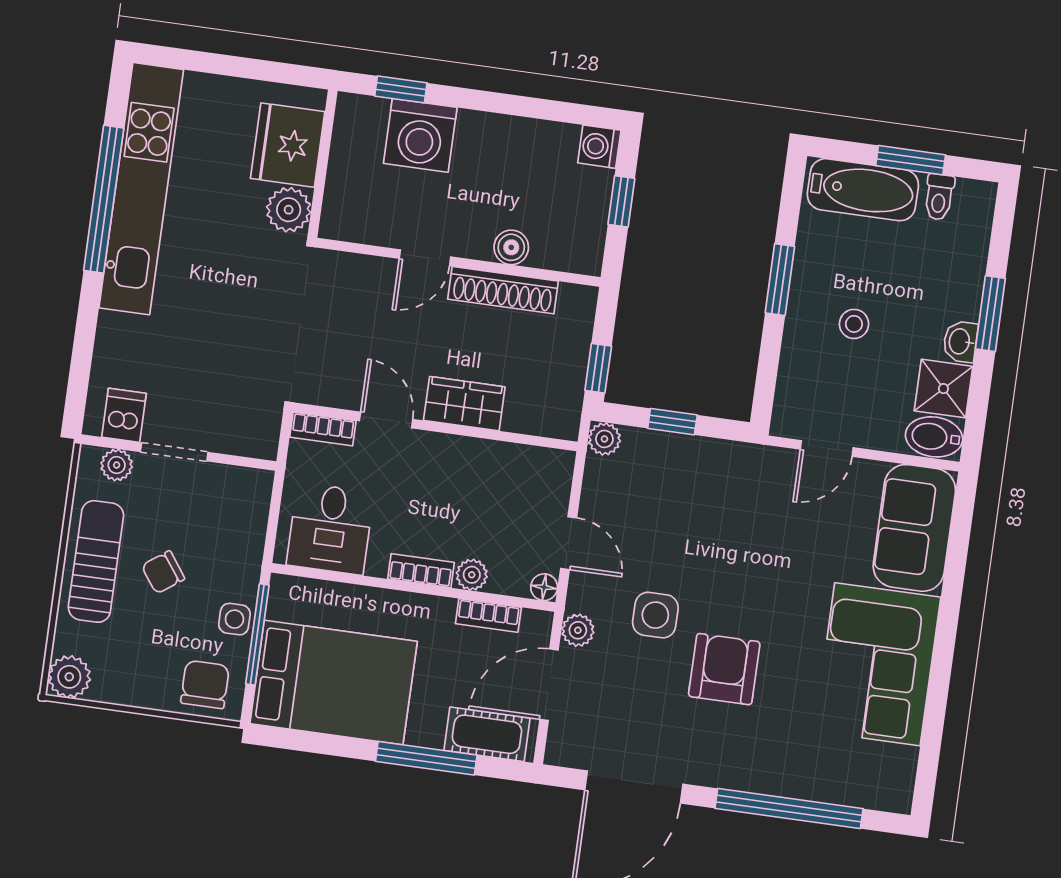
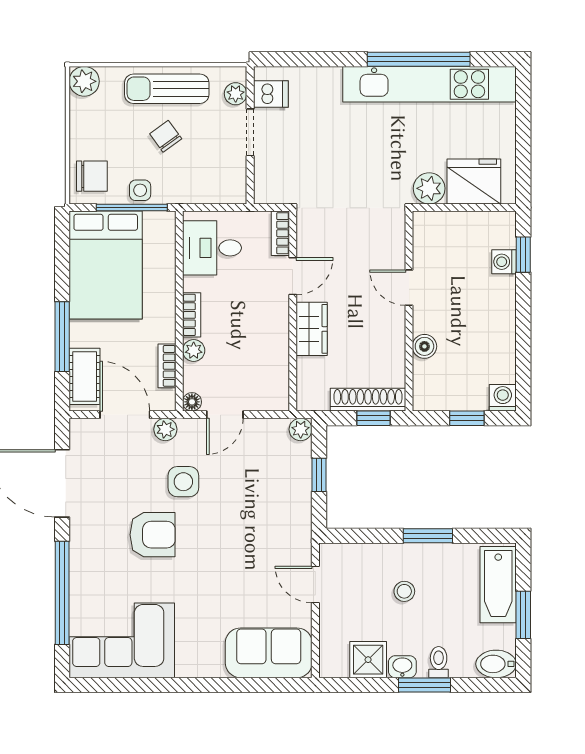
washing machine: (420, 135) -> (504, 262), width x0.53, depth x0.53
toilet: (939, 197) -> (439, 662), moved, turned 90
shoe rack: (503, 290) -> (368, 400), moved, turned 90
window: (598, 368) -> (373, 418), moved
bidet: (934, 437) -> (496, 664), moved, turned -90
sun lounger: (96, 561) -> (167, 89), turned 180
corner sofa: (877, 664) -> (122, 640), moved

